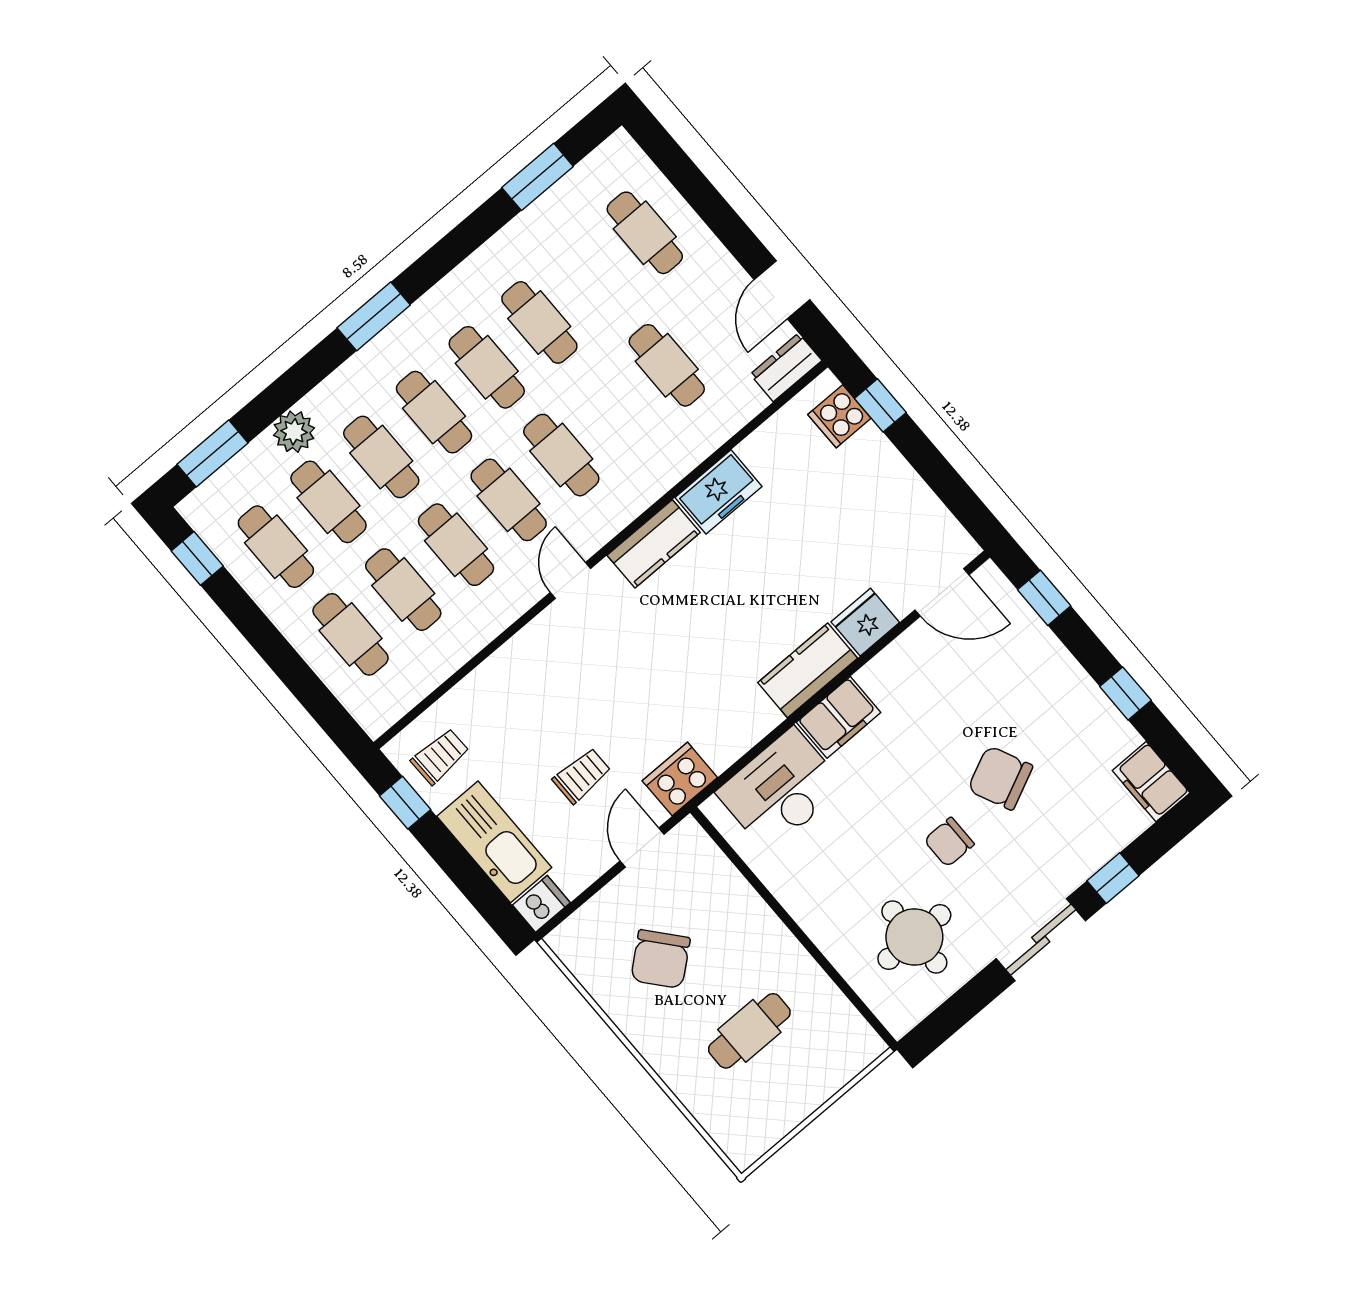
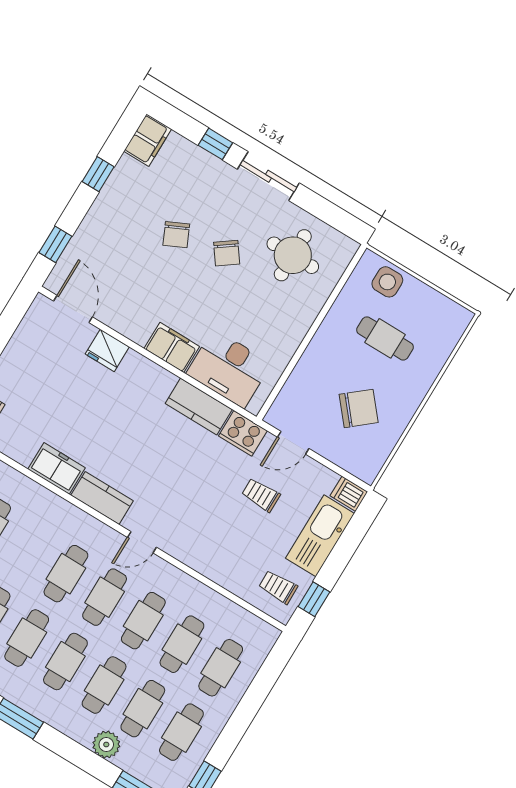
kitchen counter: (808, 670) -> (199, 406), moved
chair: (1000, 778) -> (176, 235), width x0.73, depth x0.73
chair: (949, 842) -> (227, 253), turned 54
side table: (830, 1061) -> (387, 282), added

